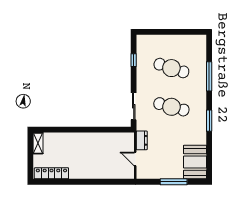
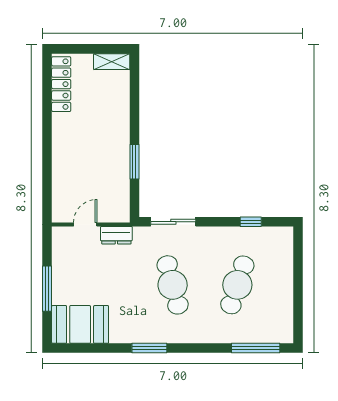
window: (209, 76) -> (256, 348), moved
cafe table: (171, 107) -> (173, 285), turned -30
window: (98, 130) -> (134, 162), added

